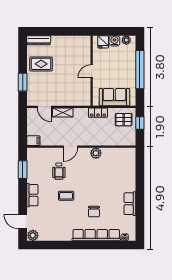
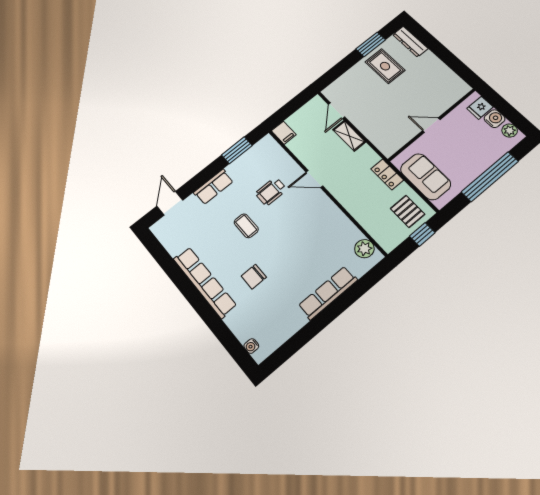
window: (23, 82) -> (371, 44), moved
plant: (96, 153) -> (364, 249), moved
row of seats: (130, 204) -> (328, 293), moved, width x1.48
plant: (33, 235) -> (161, 229), removed
row of seats: (96, 235) -> (205, 282), moved

